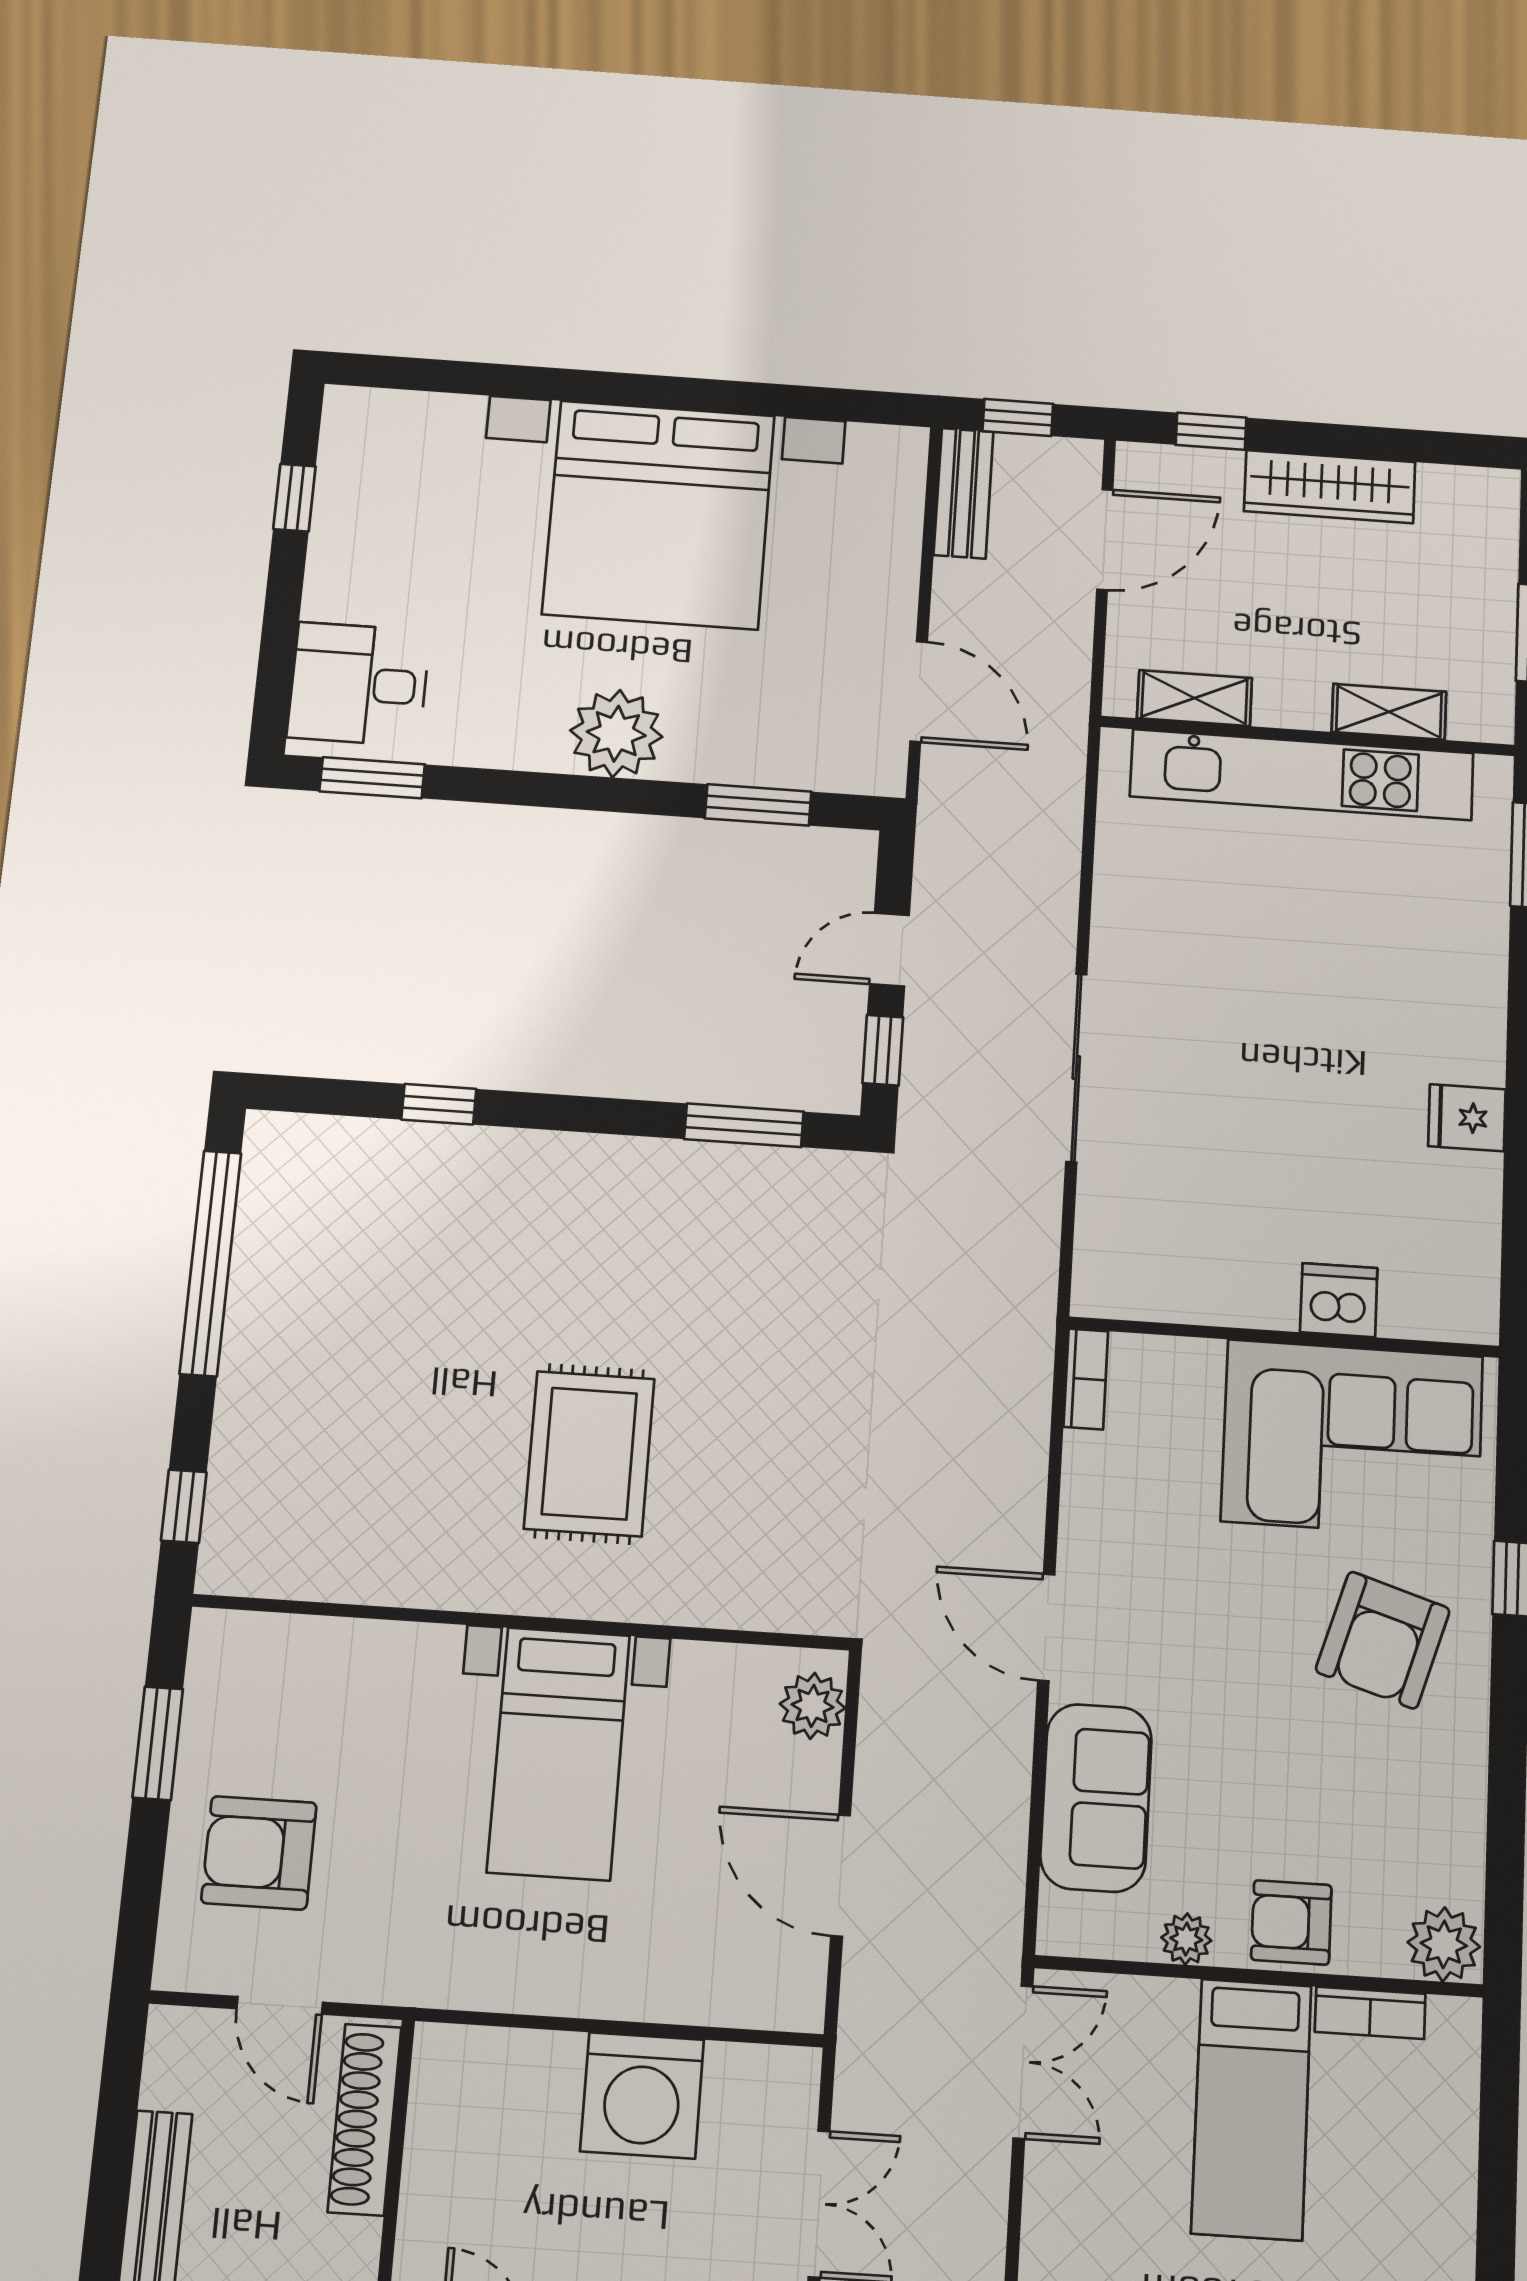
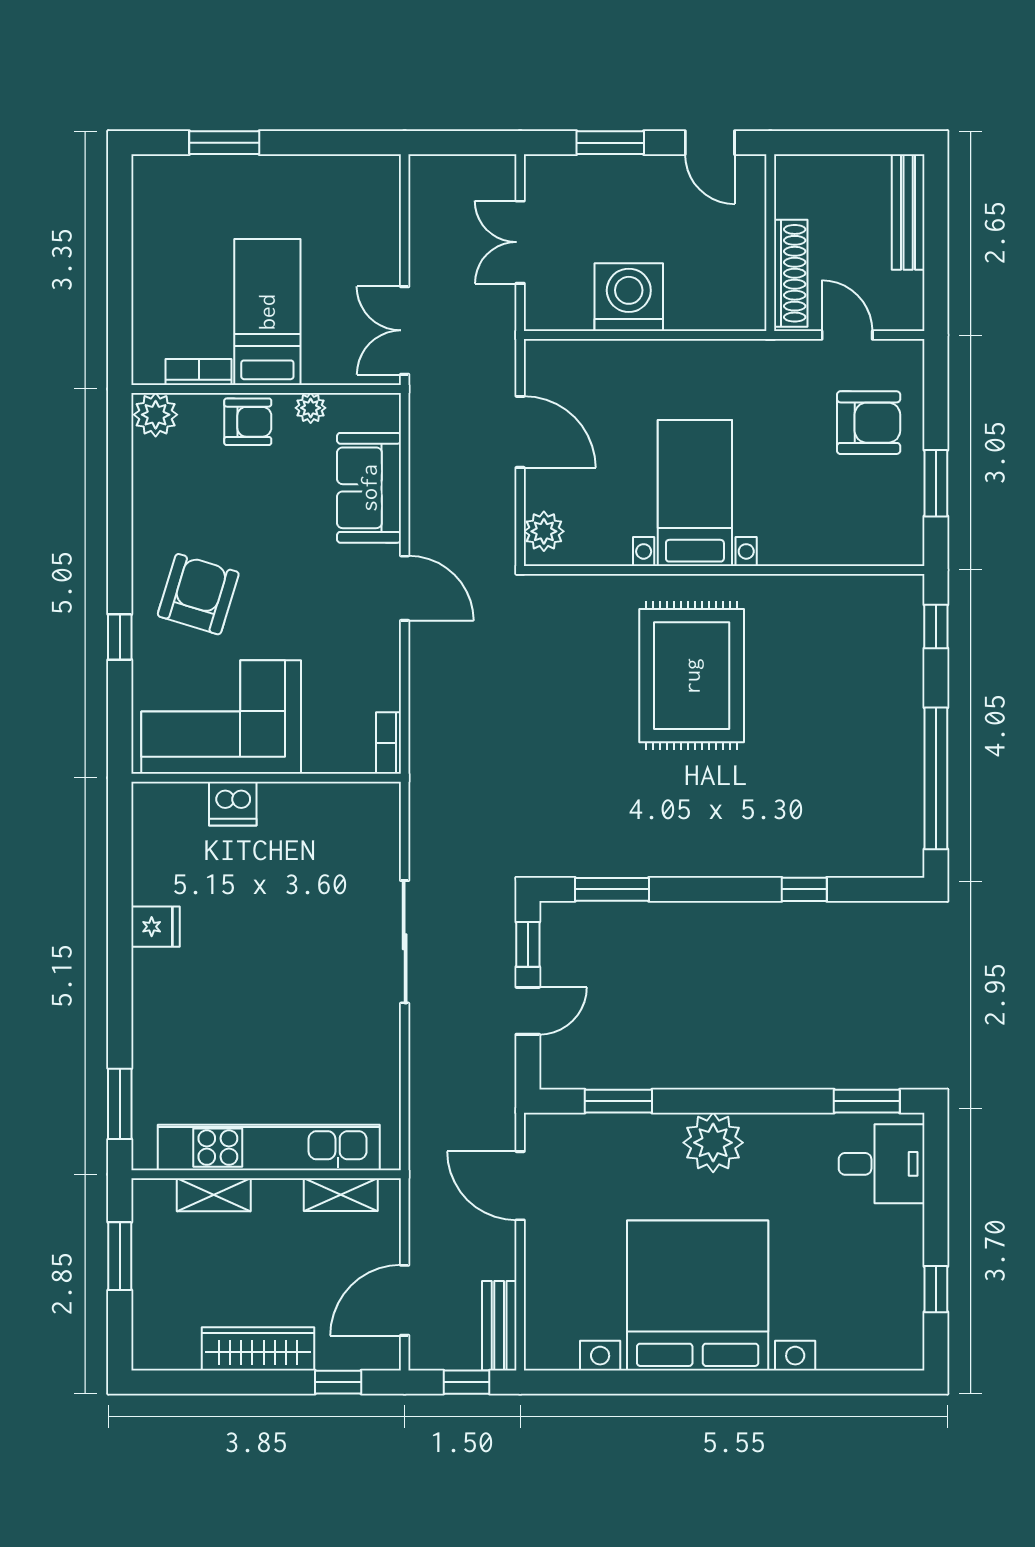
rug: (589, 1454) -> (692, 676), width x1.37, depth x1.44

